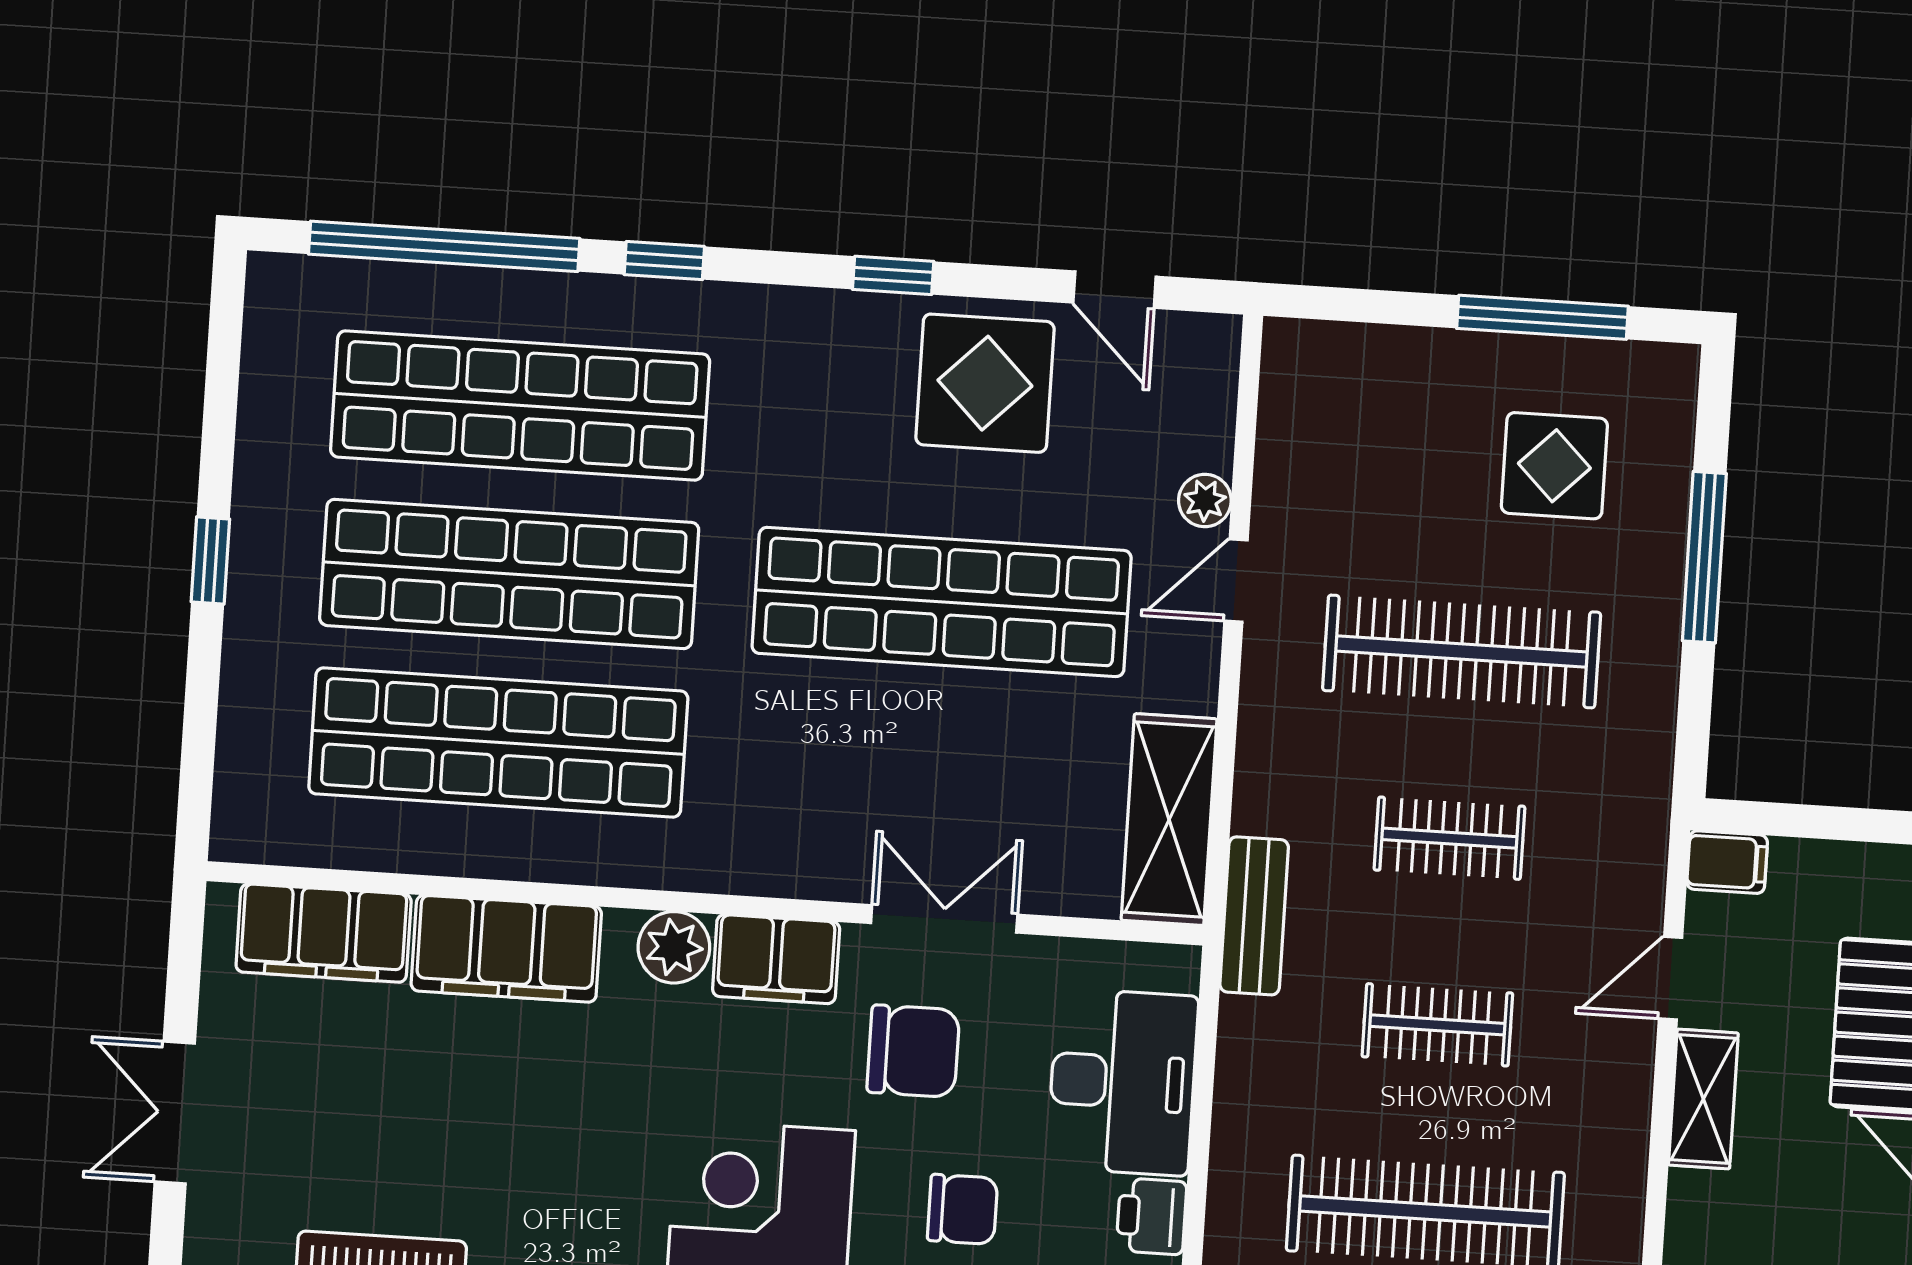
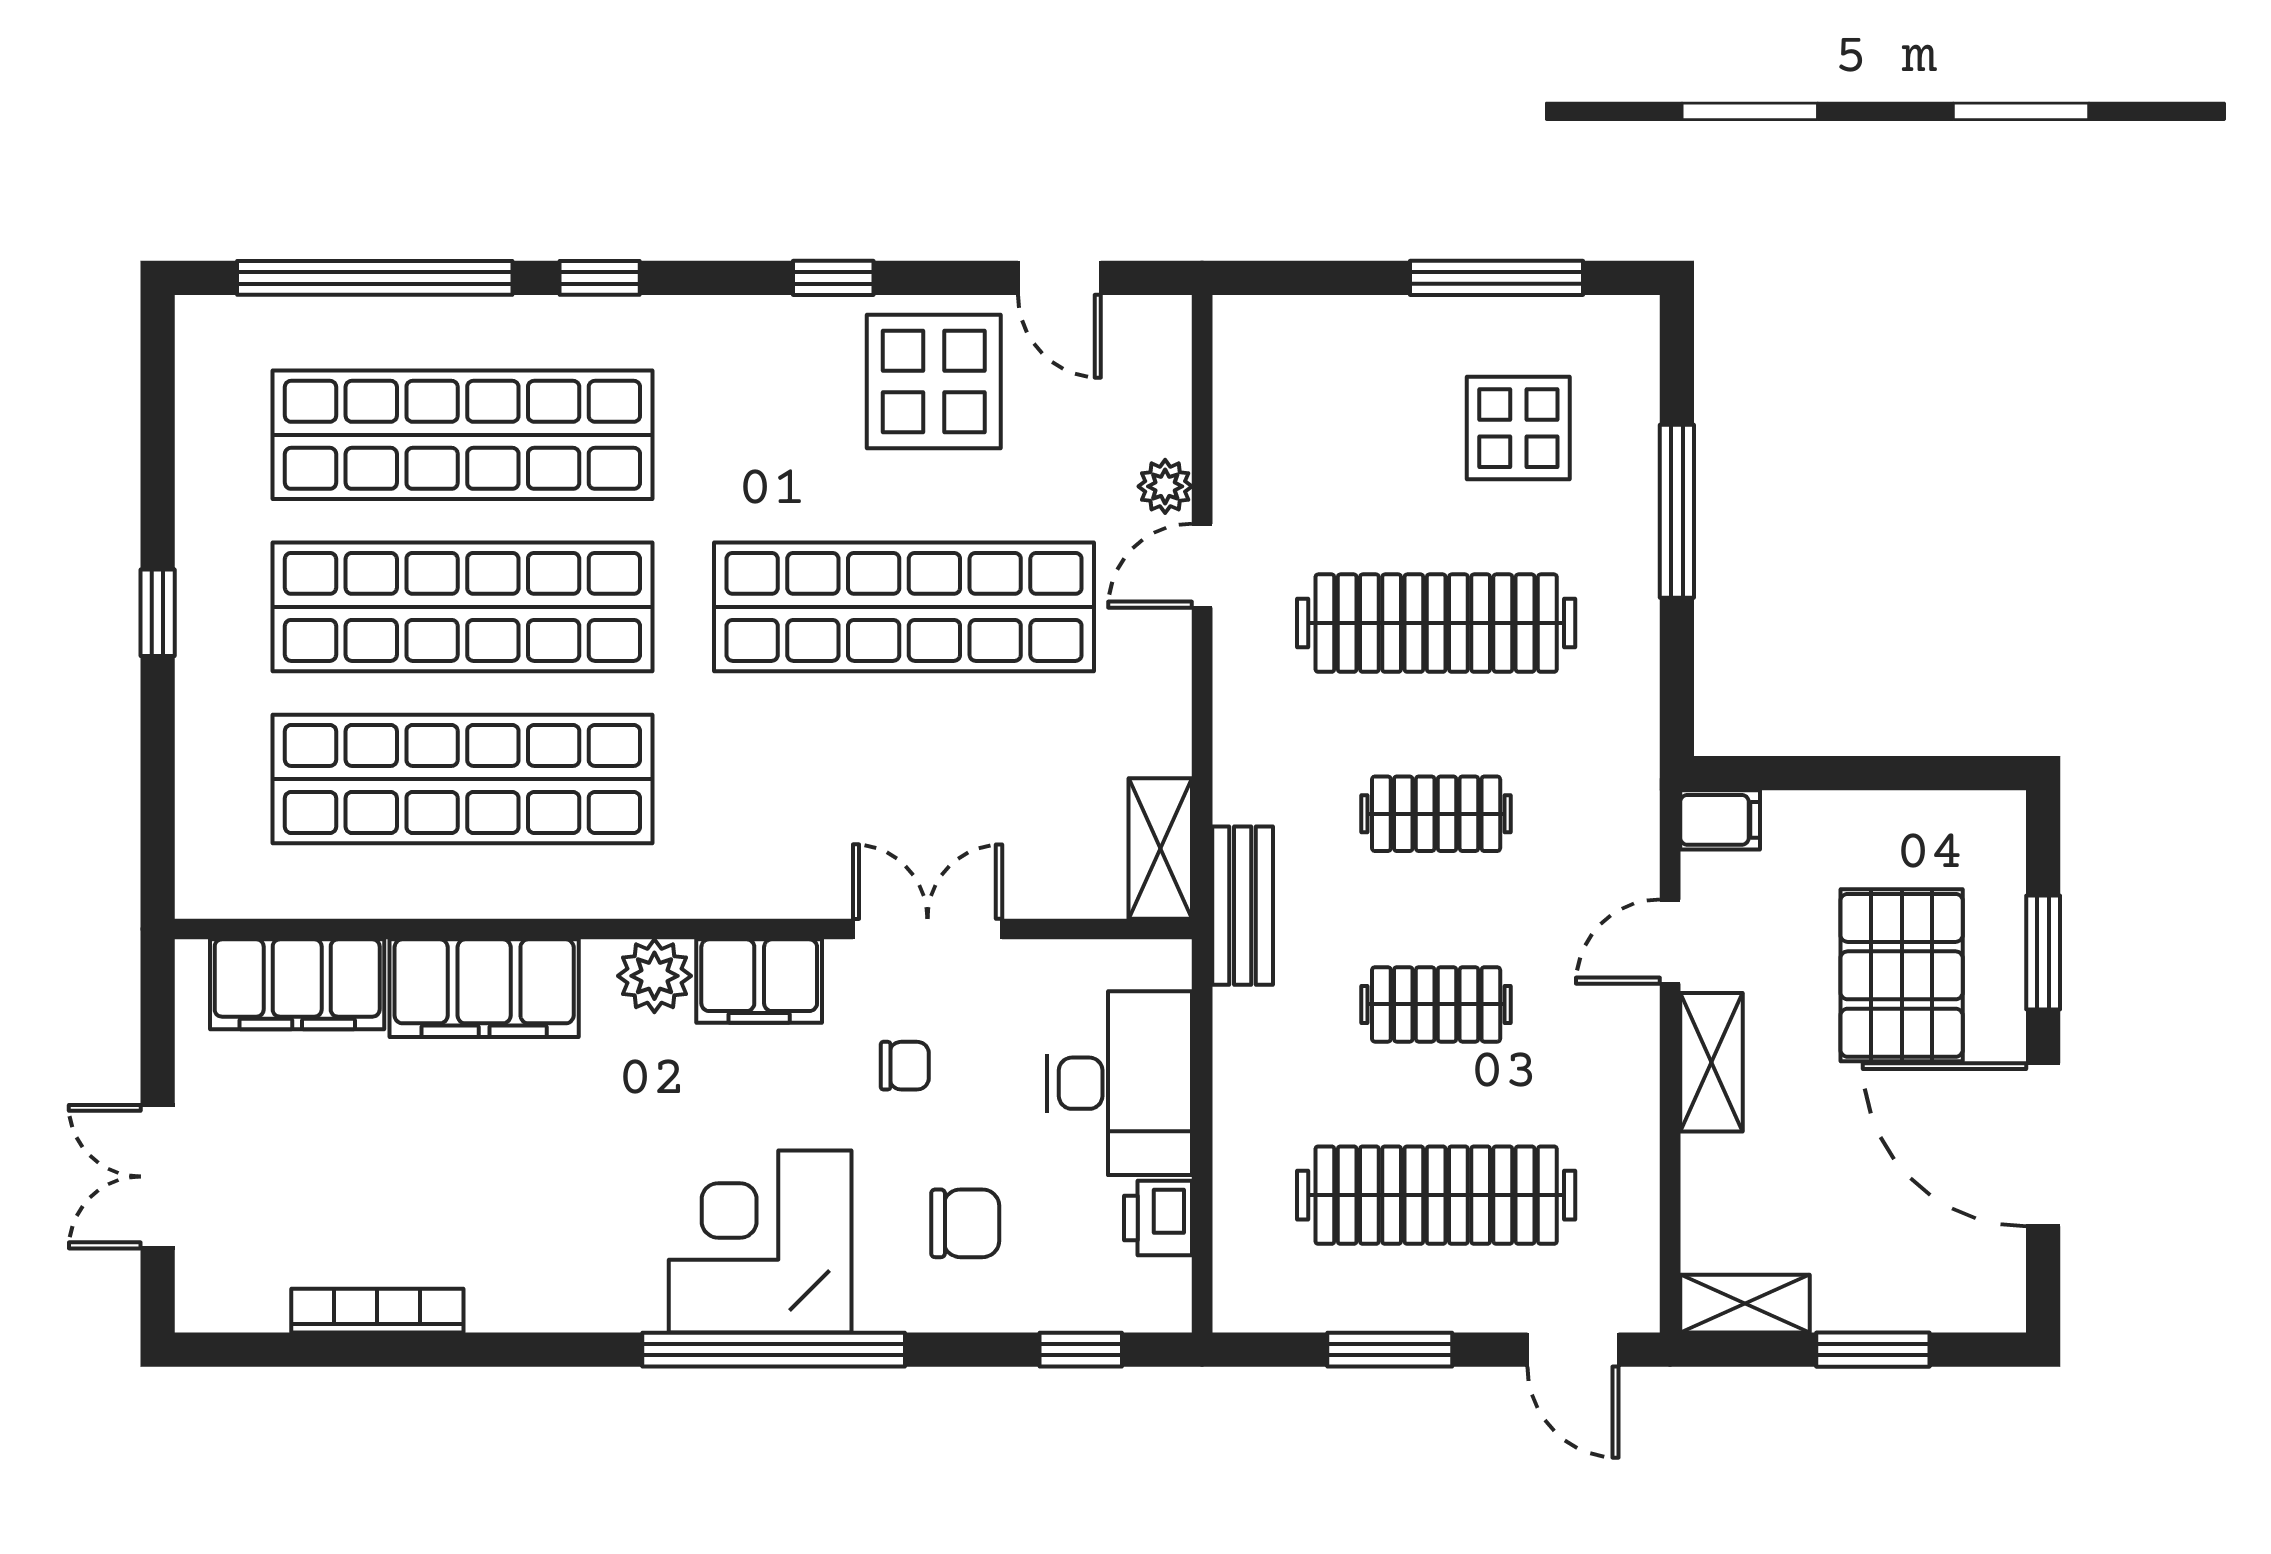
shelving: (1169, 820) -> (1160, 848), width x0.67, depth x0.75
chair: (913, 1051) -> (905, 1066), width x0.54, depth x0.54

